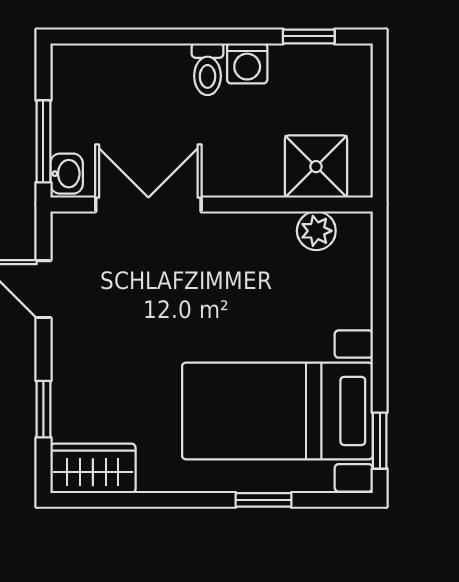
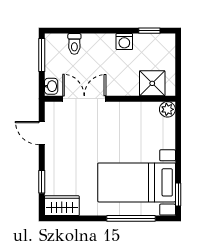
toilet: (207, 69) -> (74, 44), moved
window: (43, 141) -> (42, 55), moved
plant: (316, 231) -> (167, 109), moved
window: (264, 500) -> (131, 218), width x2.17

